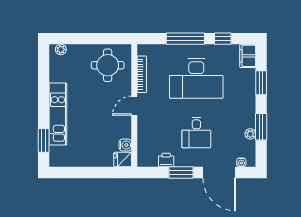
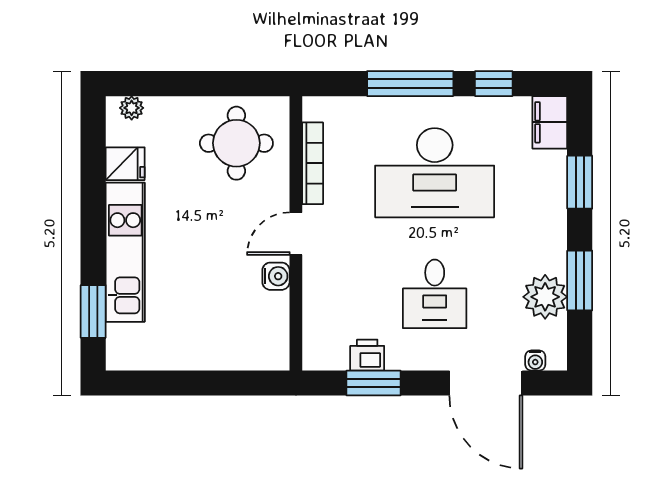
plant: (250, 134) -> (545, 297), width x1.88, depth x1.88
water cooler: (125, 145) -> (276, 276), moved
fridge: (123, 160) -> (125, 164), moved, turned 180
window: (181, 172) -> (374, 383), moved

